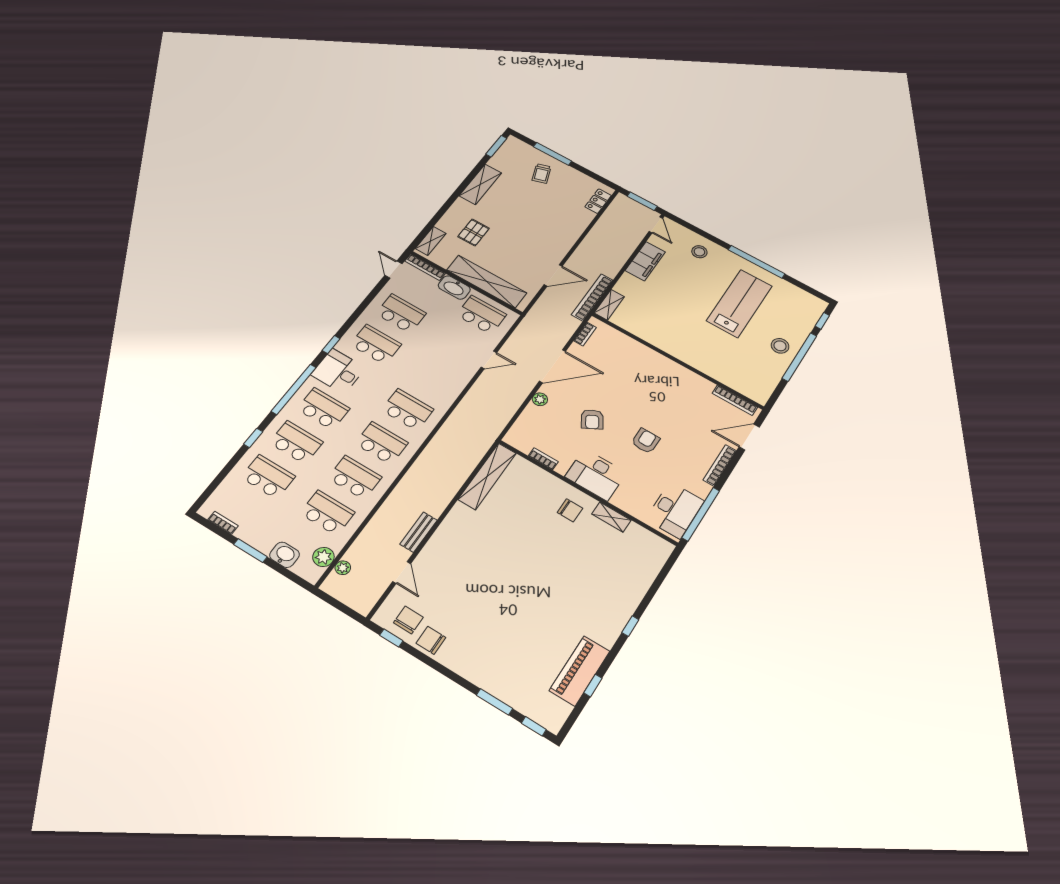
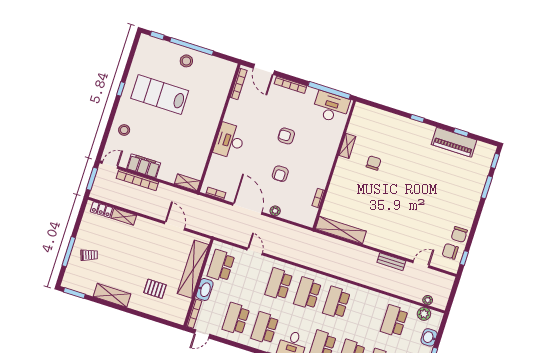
shelving: (431, 241) -> (124, 217), moved
window: (756, 262) -> (121, 89), width x0.32
bookcase: (592, 297) -> (137, 180), moved
armchair: (592, 419) -> (280, 174), turned 120
desk: (596, 475) -> (230, 141), moved, turned 180
school desk: (355, 477) -> (279, 284), moved
chair: (570, 510) -> (374, 163), moved

